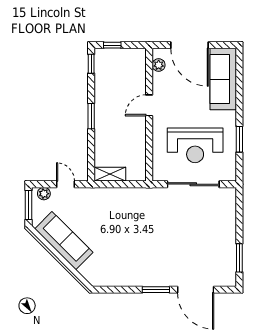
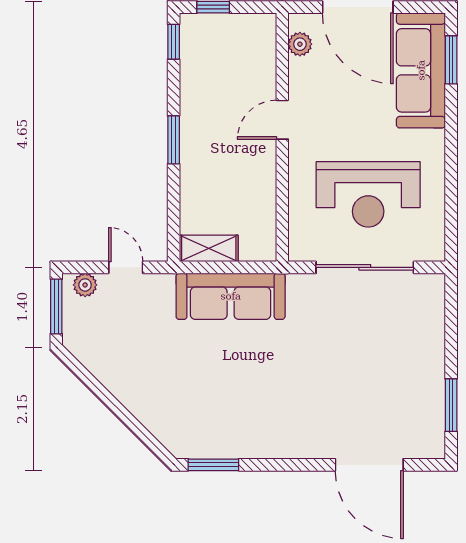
window: (239, 139) -> (451, 60), moved
sofa: (64, 241) -> (231, 296), moved, turned 135
window: (156, 290) -> (213, 465), moved

